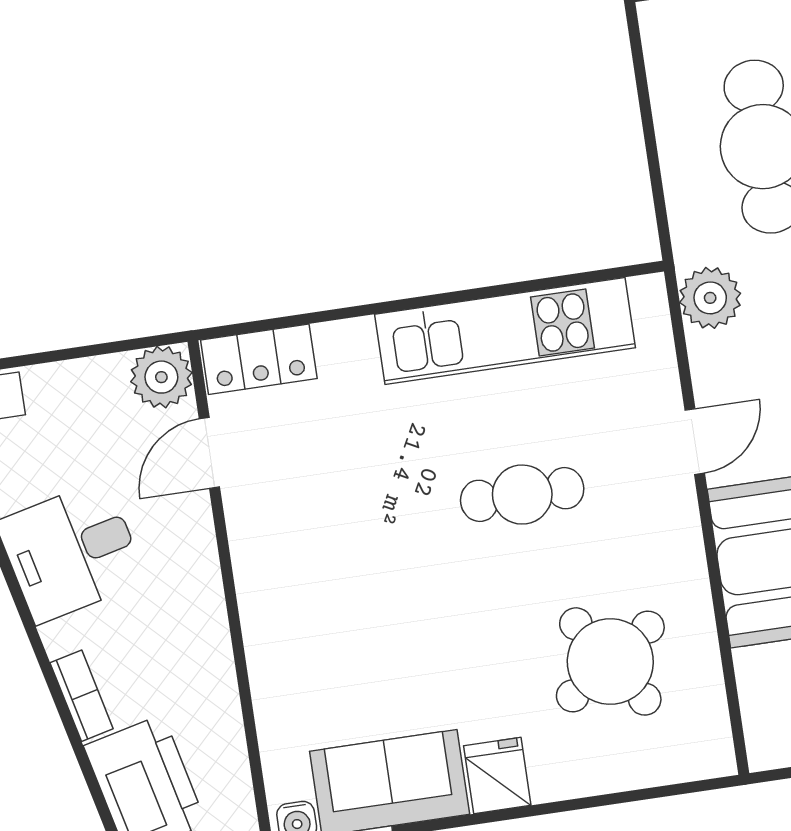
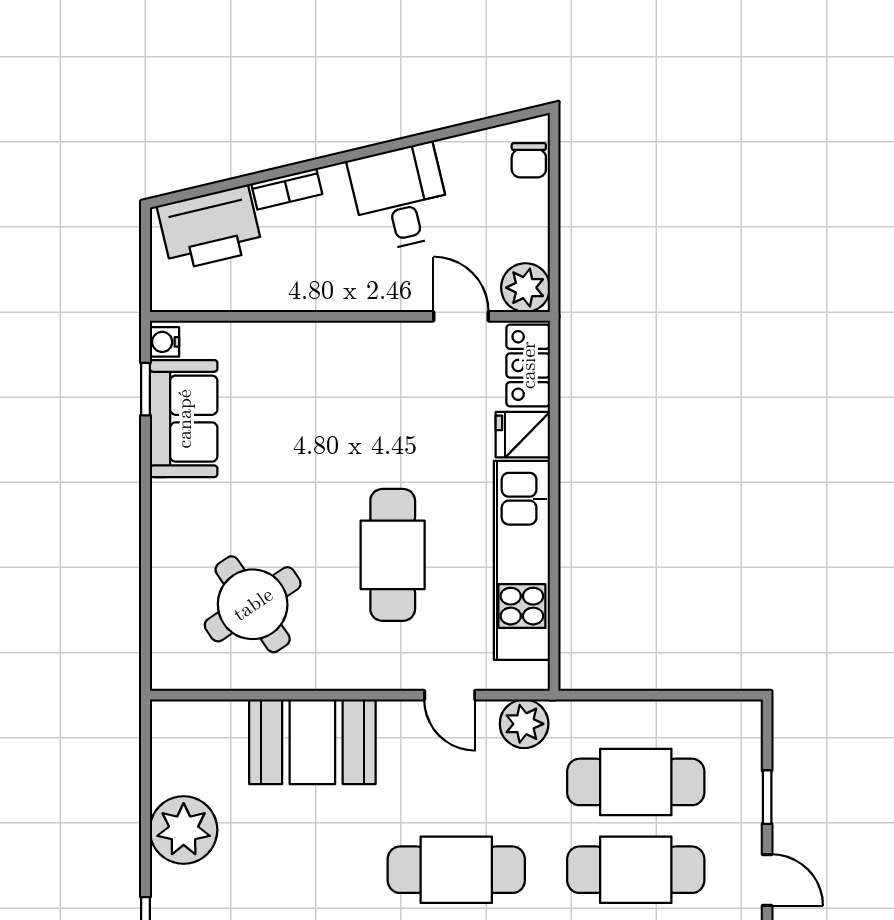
door: (695, 442) -> (450, 695), moved
cafe table: (522, 495) -> (393, 555), width x1.37, depth x1.35
fridge: (497, 776) -> (523, 435), moved, turned 180

